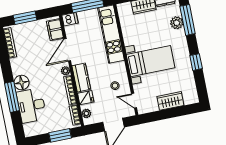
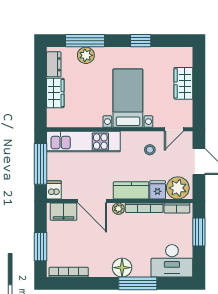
desk: (31, 105) -> (172, 261), moved
plant: (86, 113) -> (178, 188), width x1.87, depth x1.87

